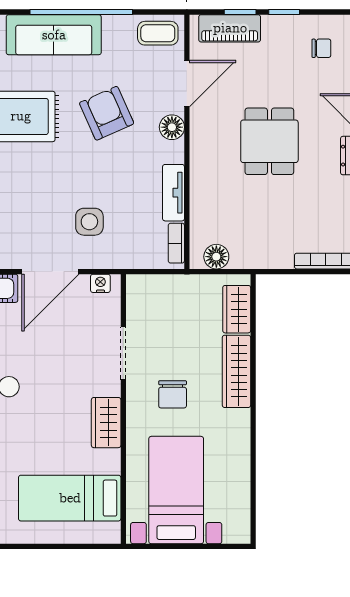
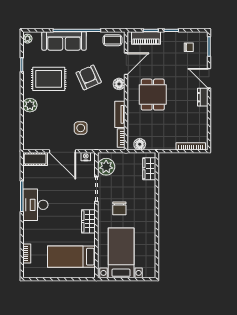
dining table: (269, 141) -> (153, 95), moved
door: (50, 272) -> (62, 151), hinge flipped
plant: (144, 305) -> (106, 167), added
wardrobe: (236, 371) -> (149, 198), removed

